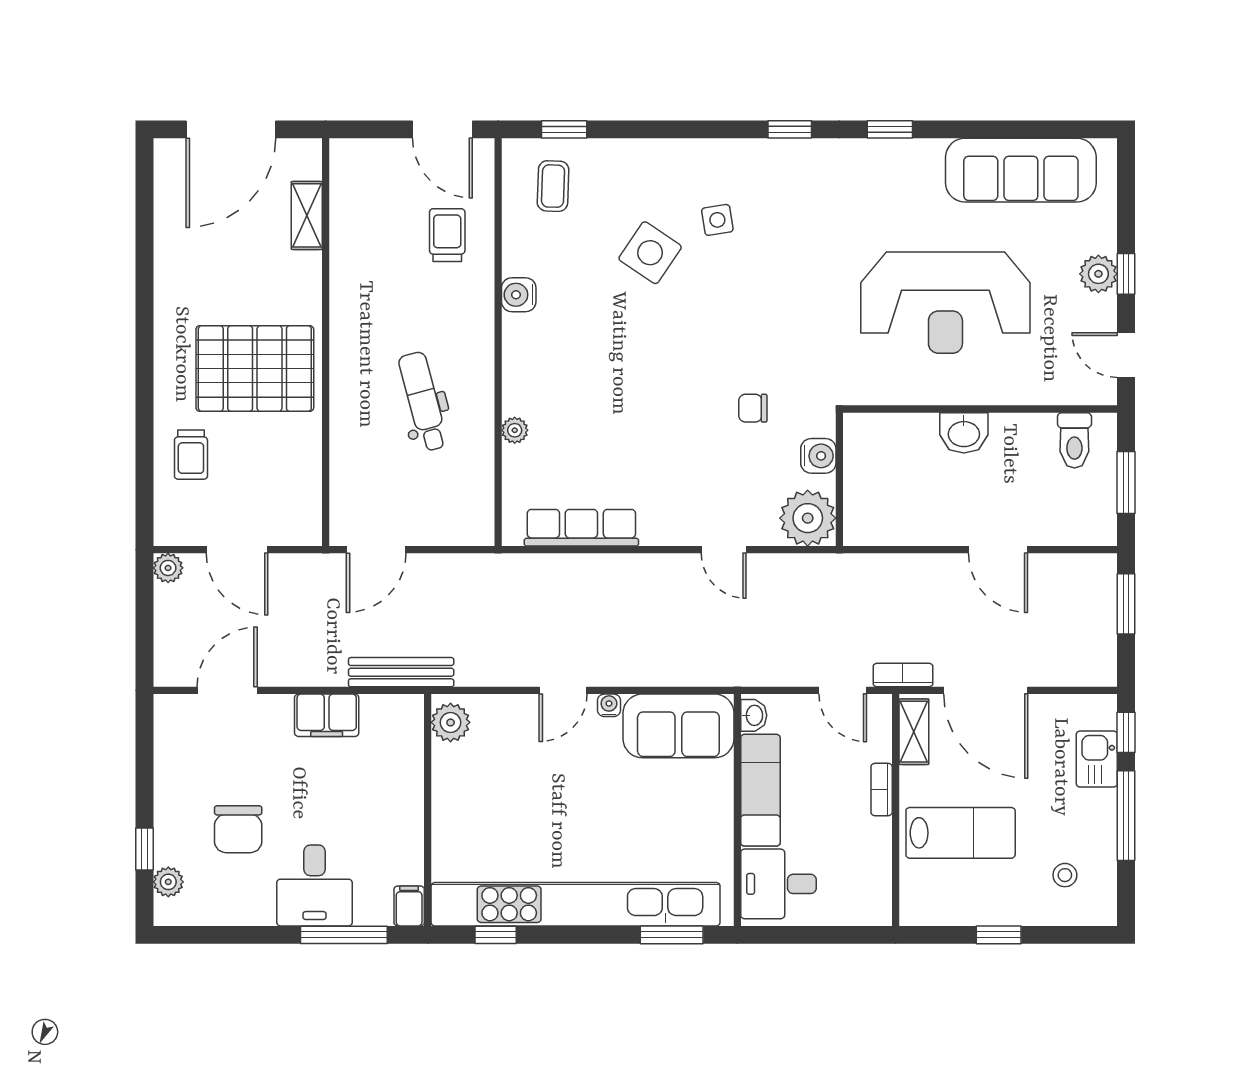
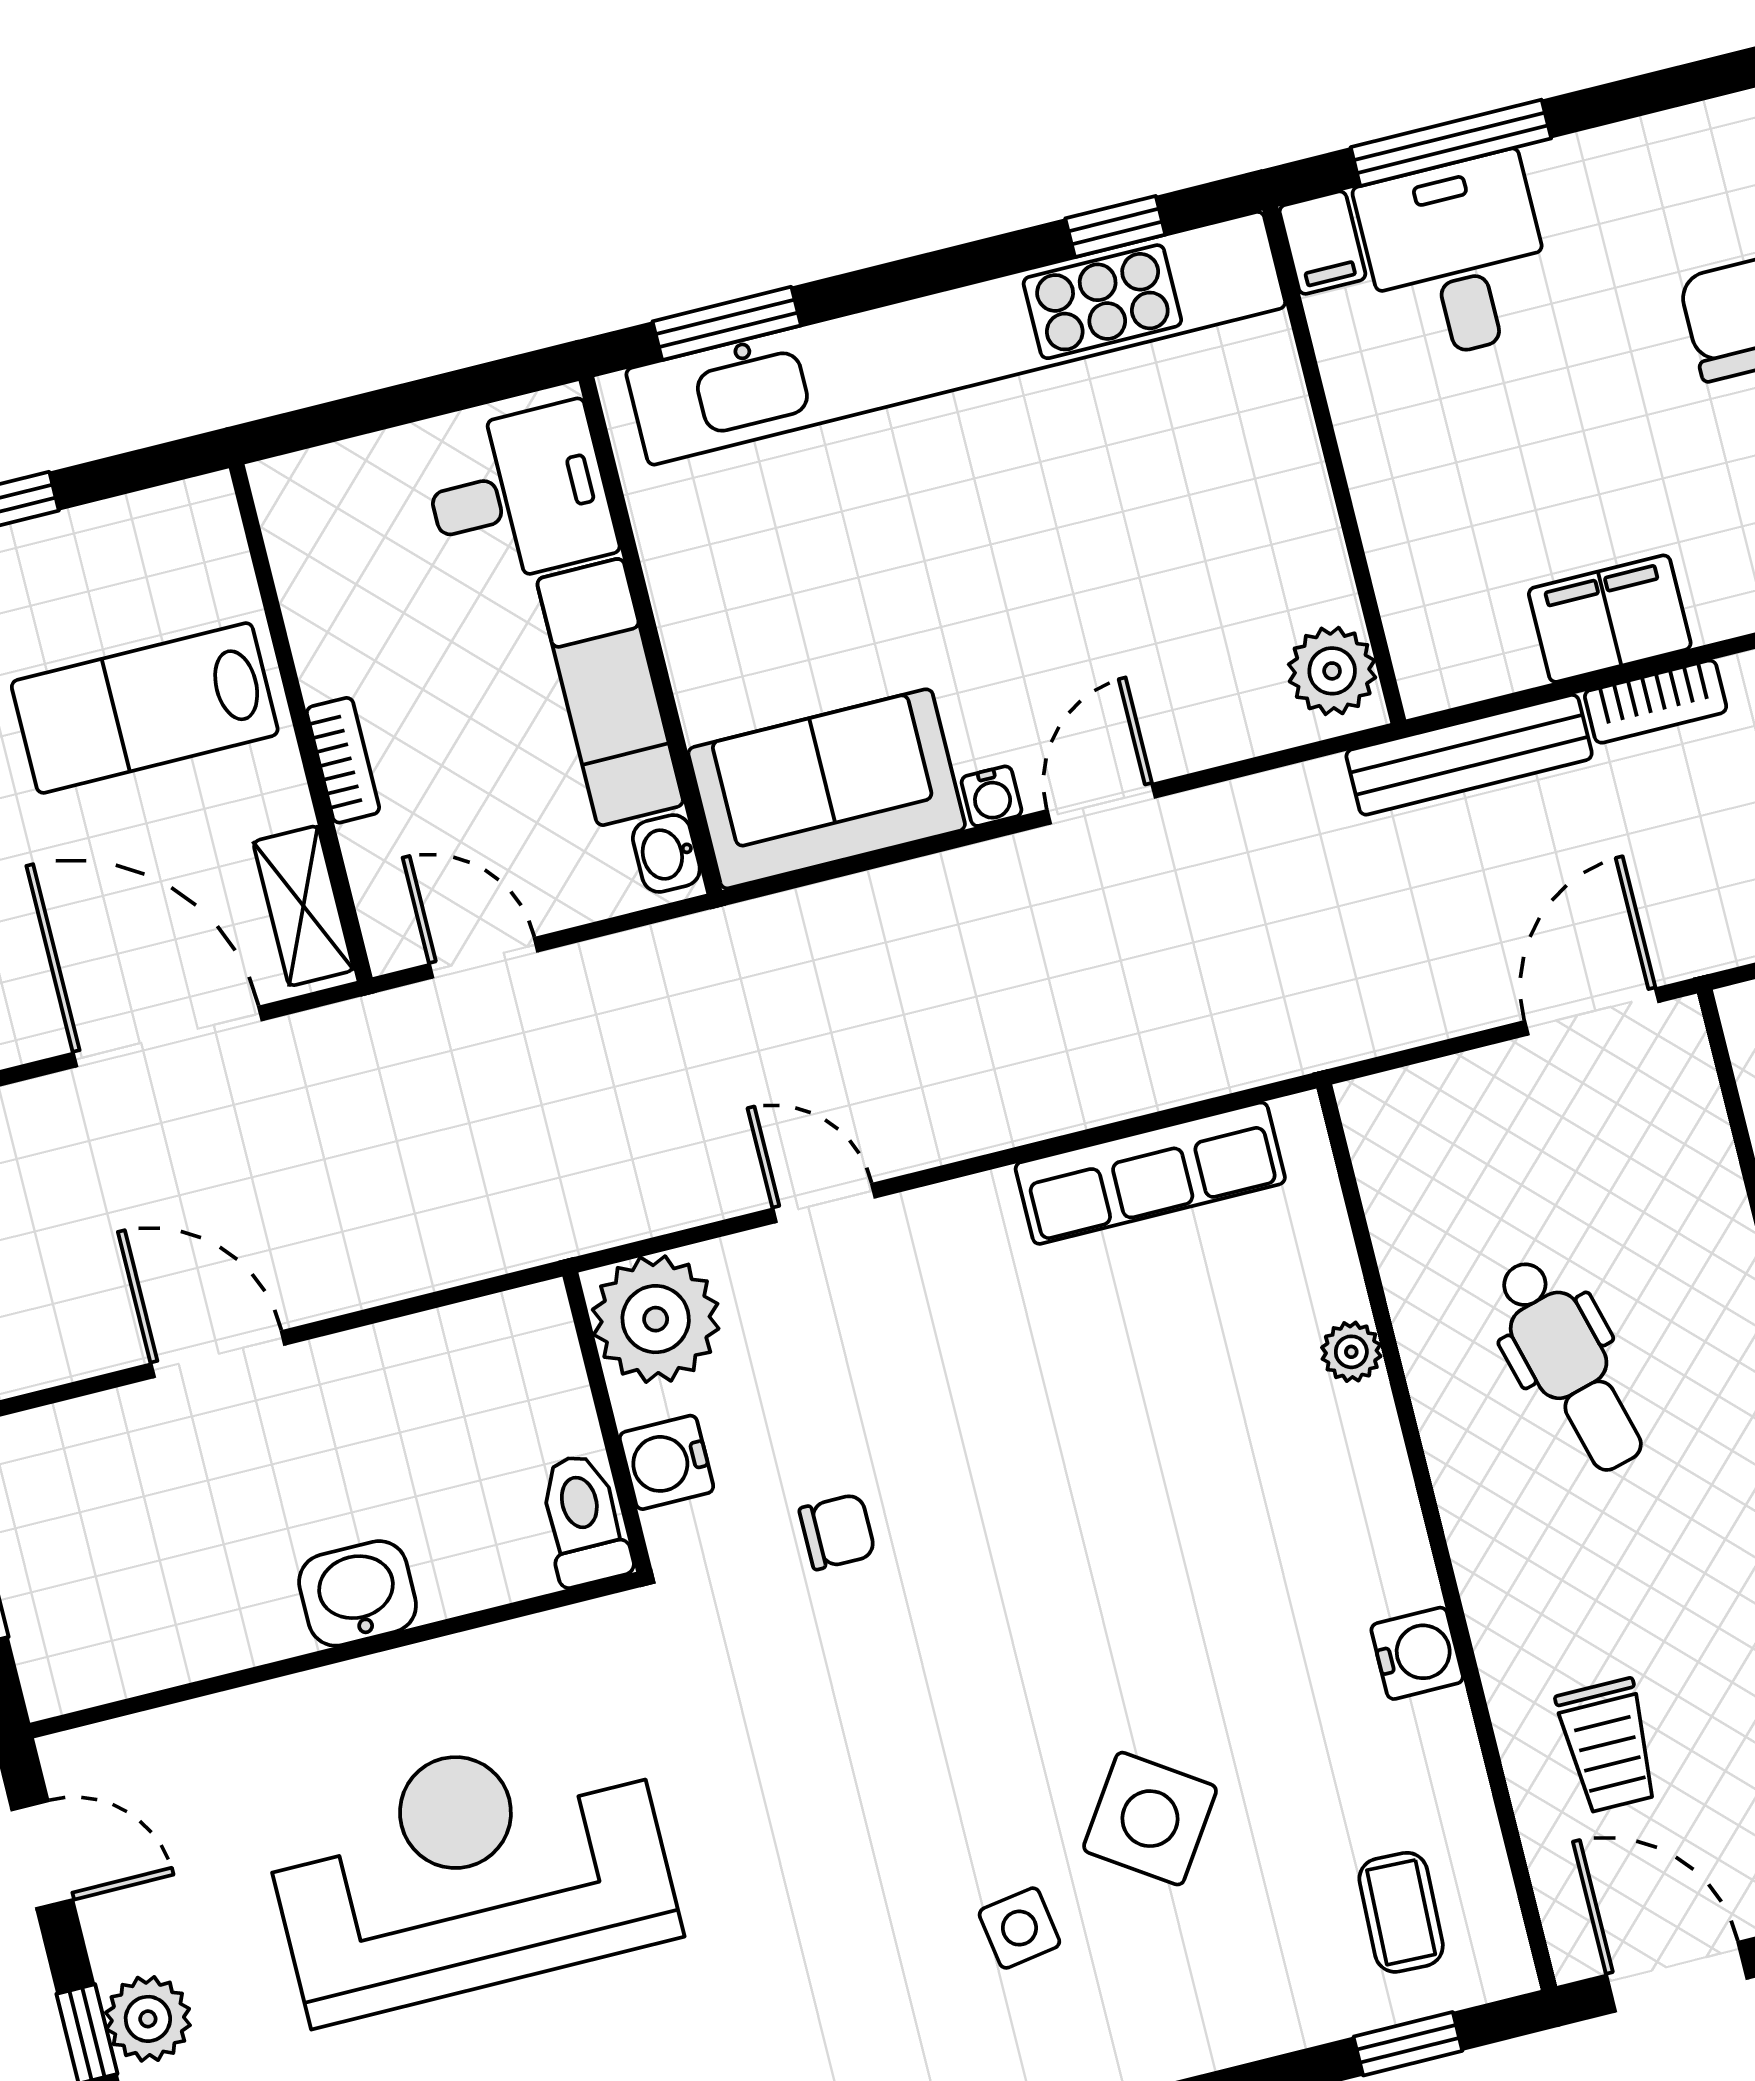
toilet: (1074, 440) -> (584, 1520), moved
bookcase: (903, 675) -> (1656, 702), moved
desk: (315, 886) -> (1456, 257), moved

